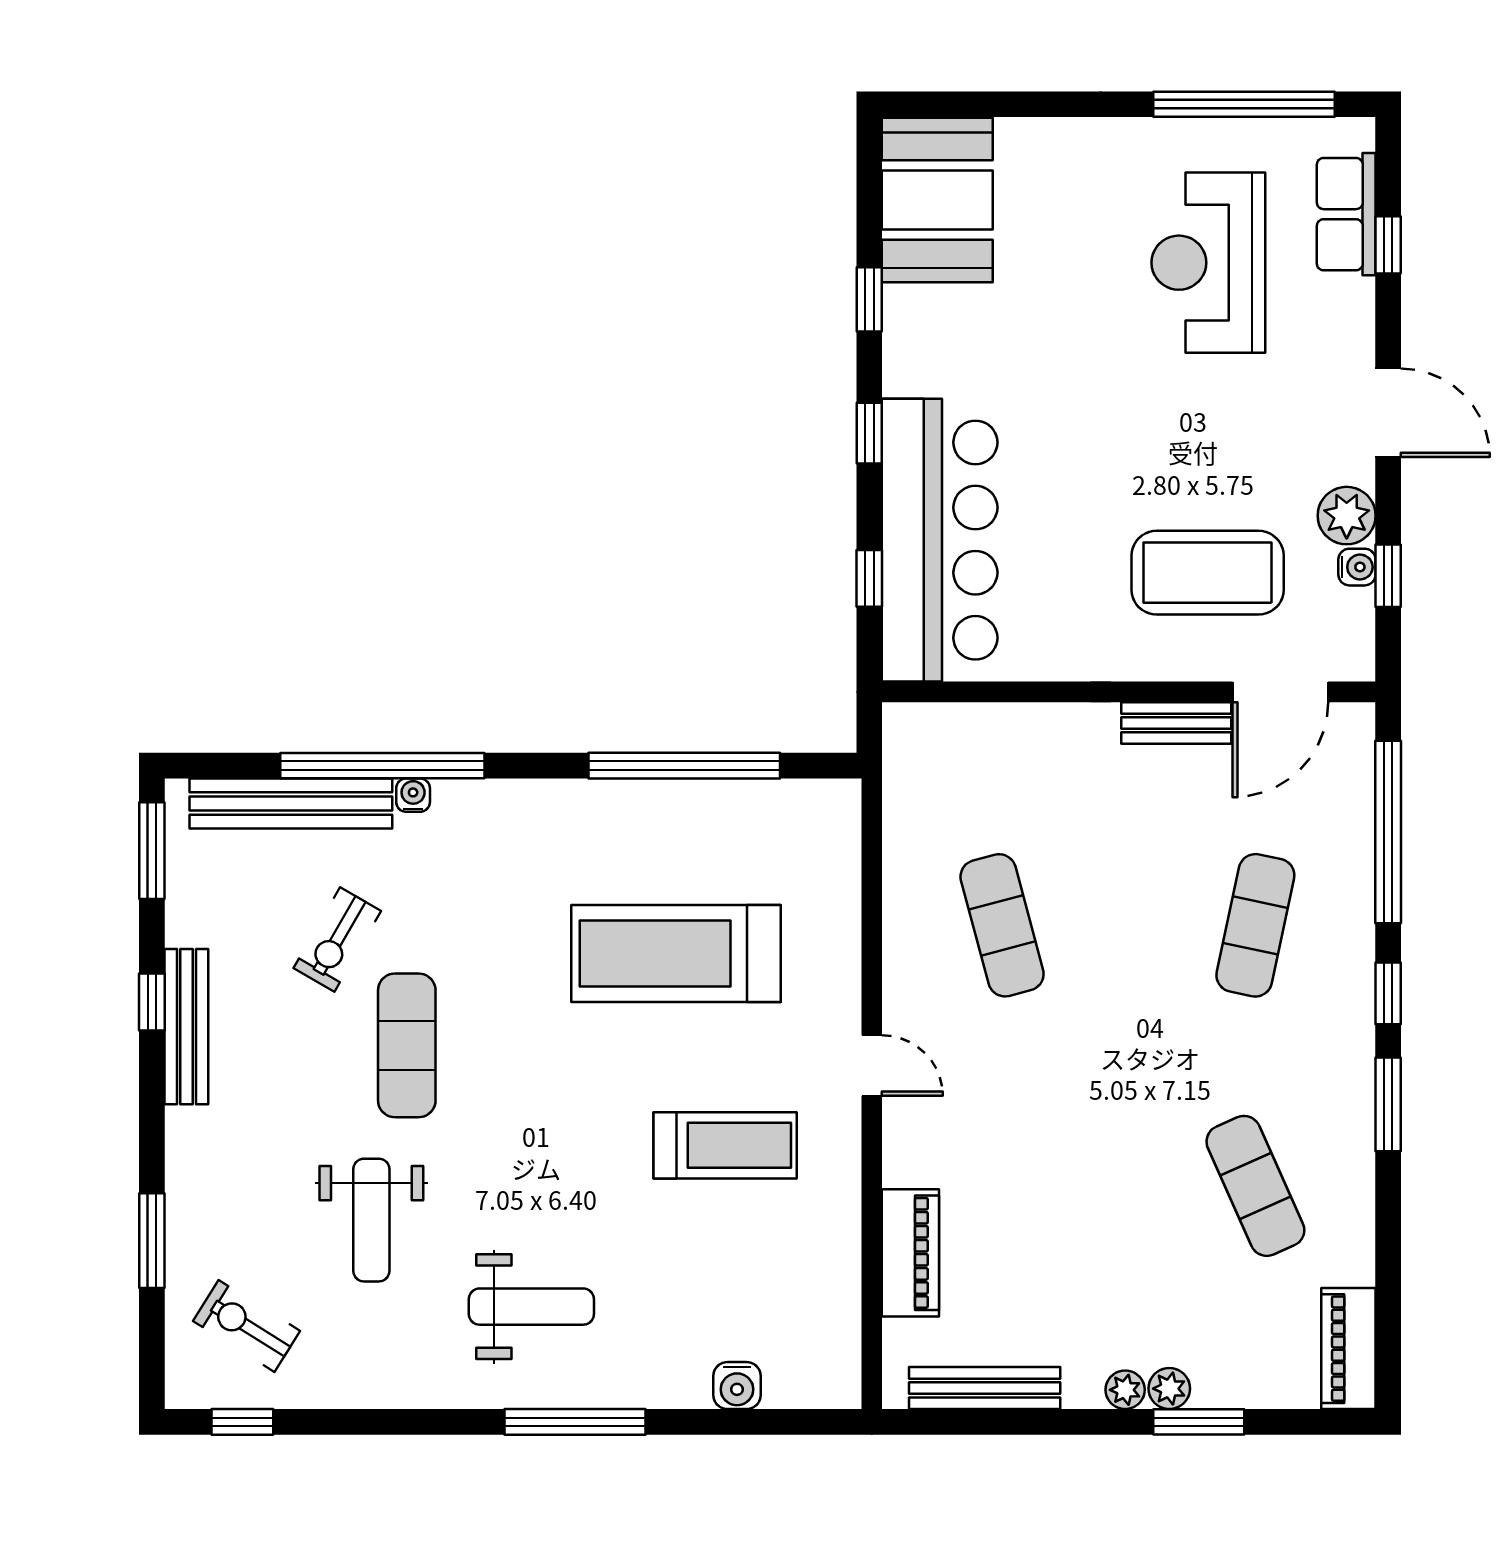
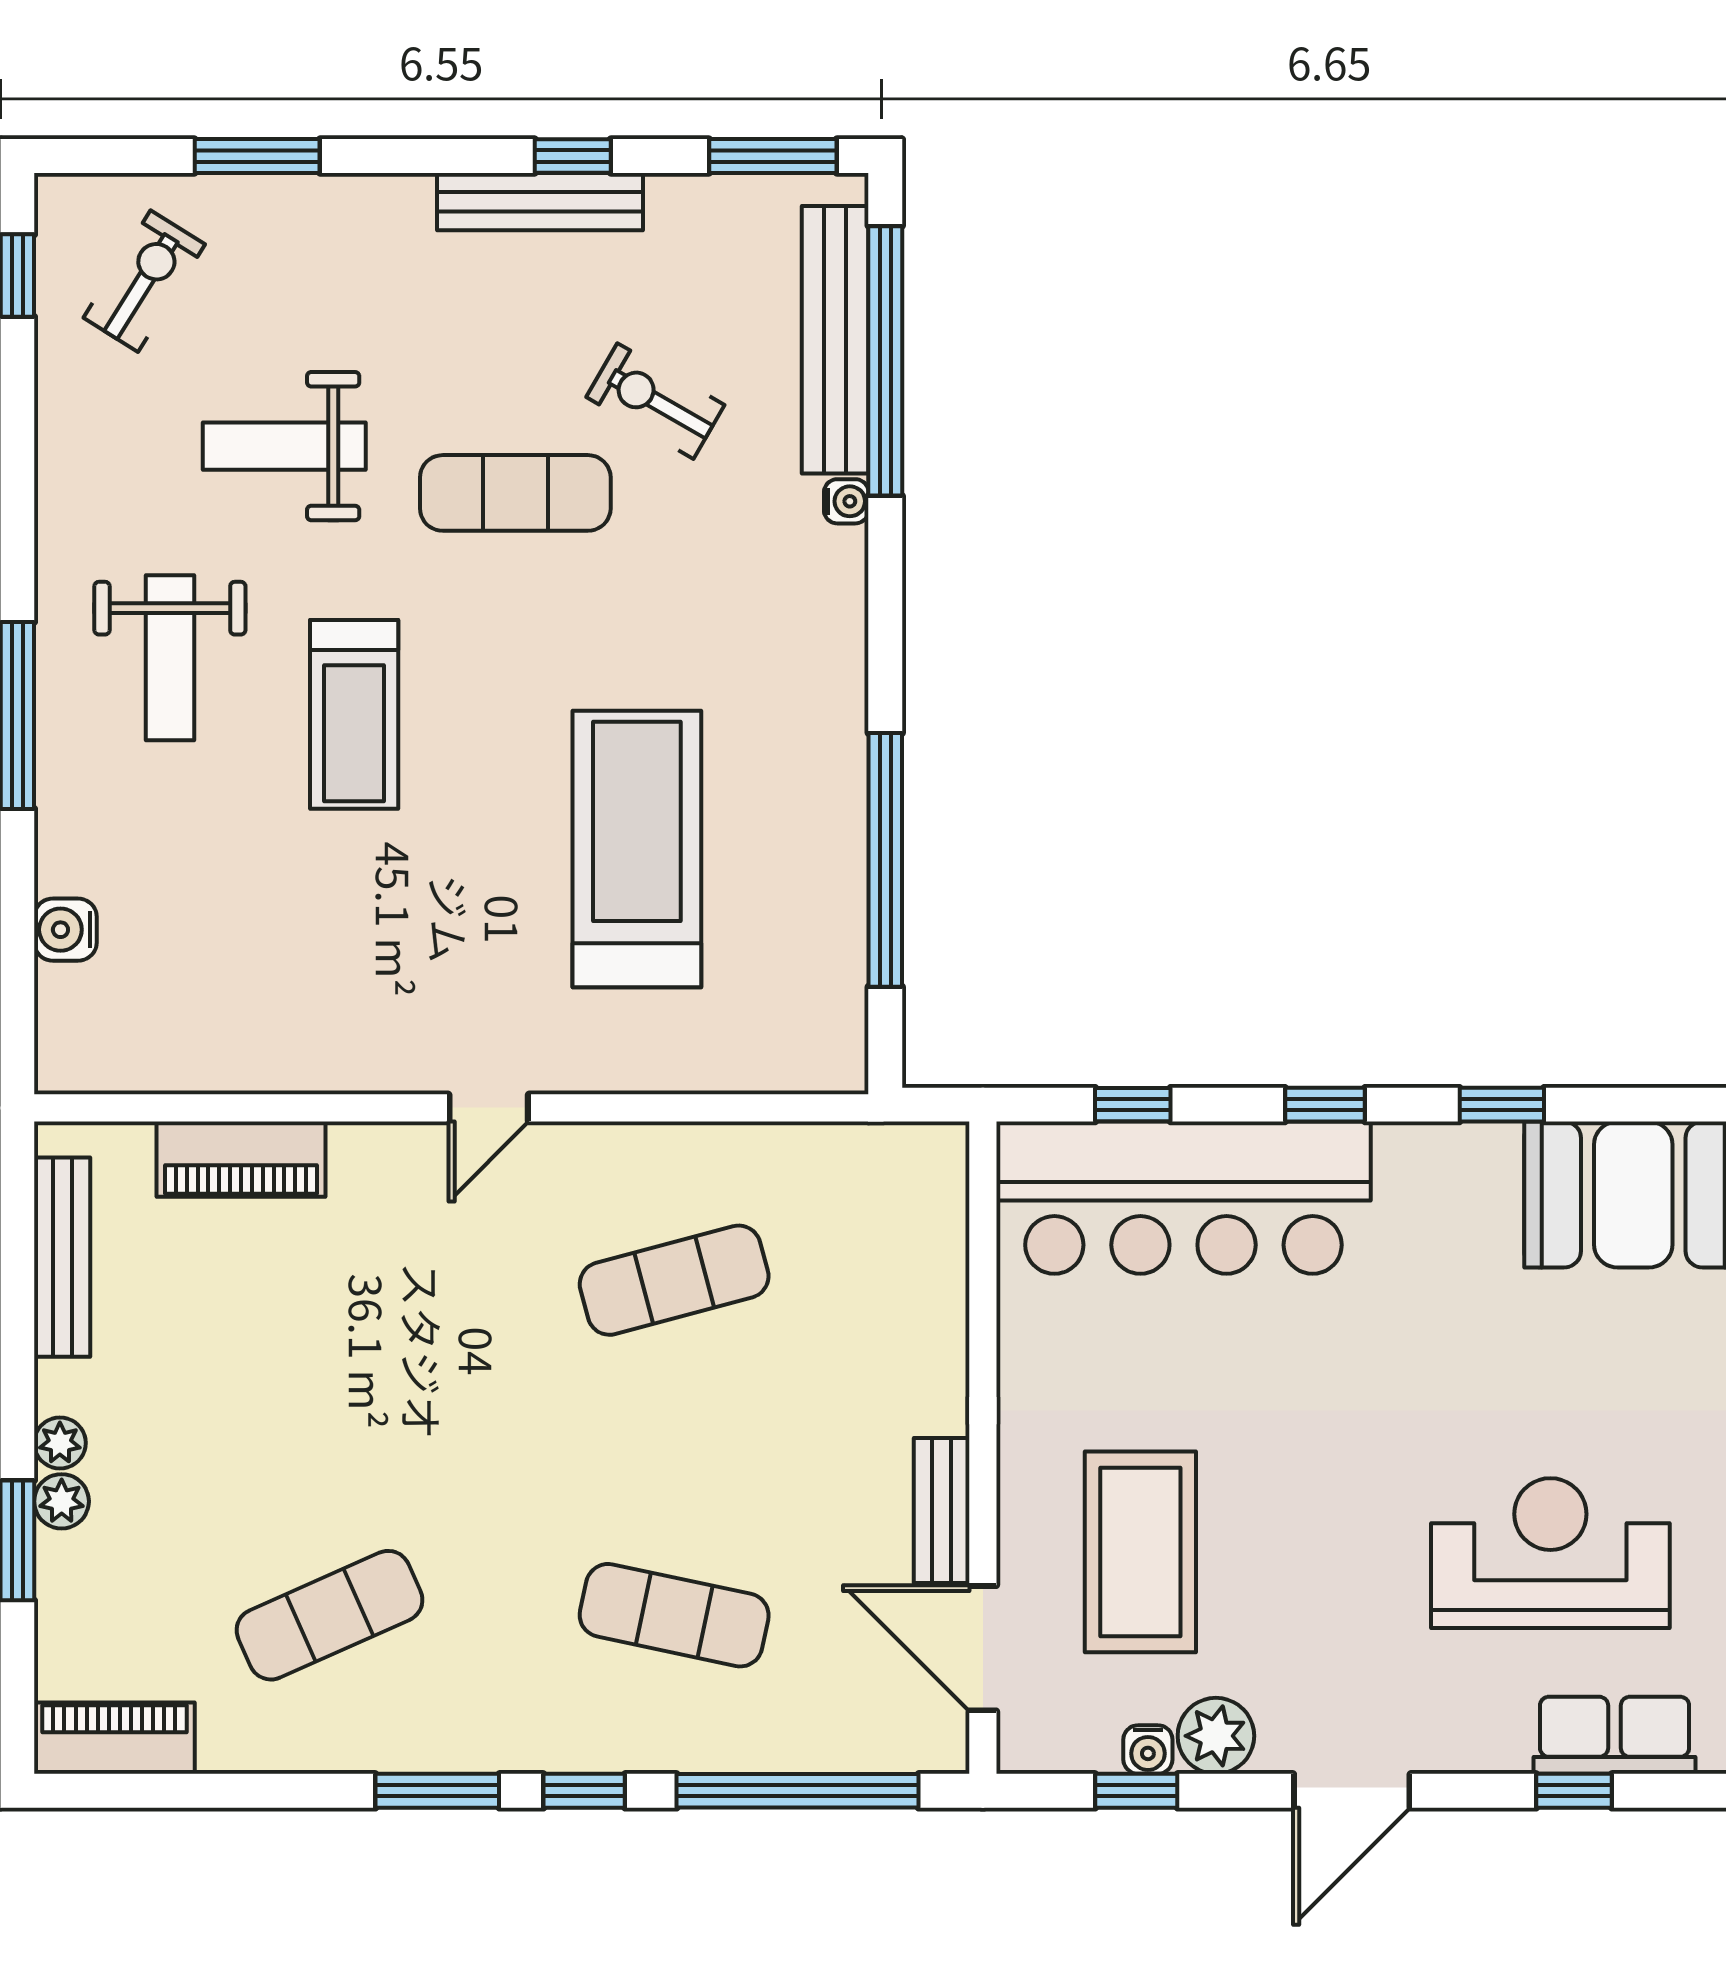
window: (382, 766) -> (885, 361), moved
treadmill: (725, 1145) -> (354, 714), moved

